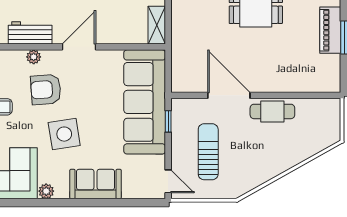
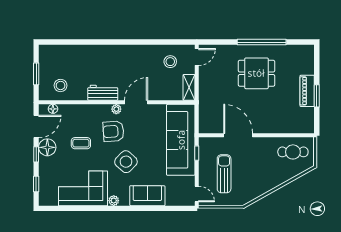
plant: (34, 57) -> (116, 109), moved
cafe table: (272, 111) -> (293, 152), moved
side table: (64, 134) -> (126, 162), turned -38

